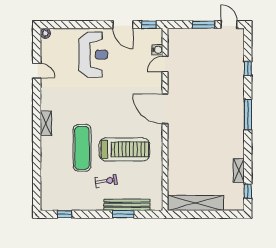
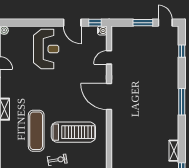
water cooler: (157, 50) -> (102, 31), moved
window: (248, 69) -> (182, 51), moved

